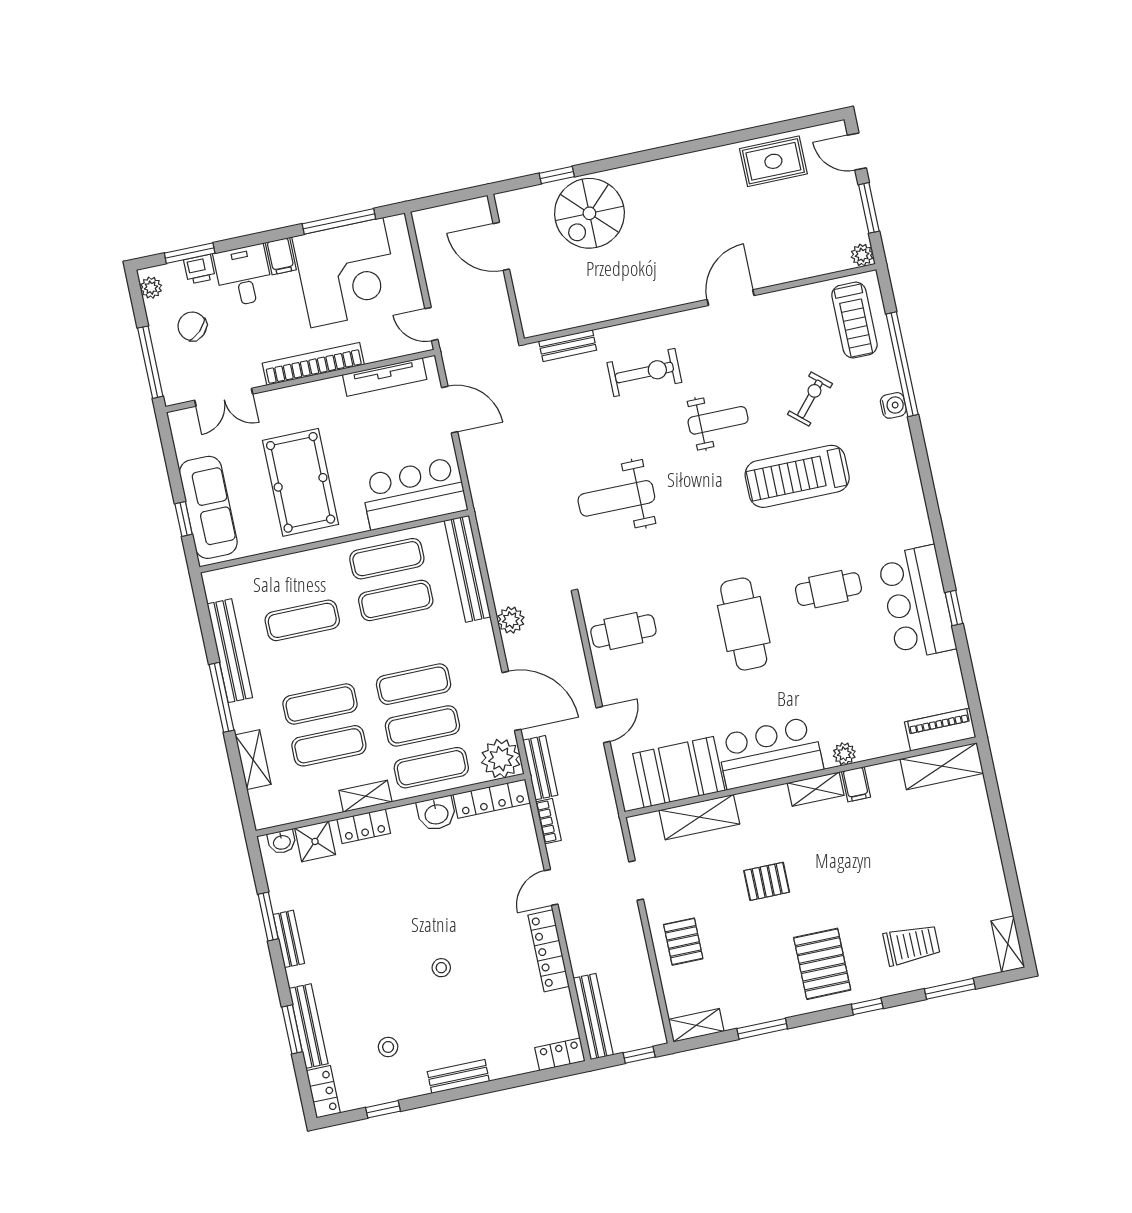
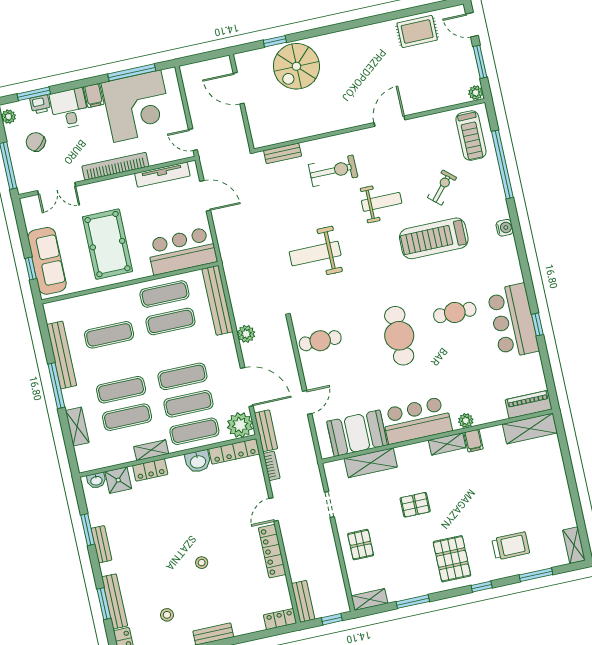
water cooler: (893, 405) -> (505, 228), moved
bench: (593, 1017) -> (303, 601), width x0.73

